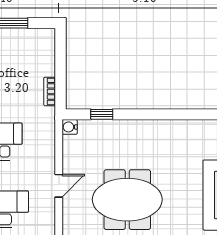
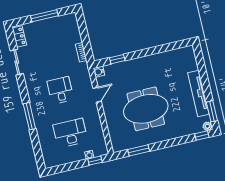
door: (59, 186) -> (97, 95), moved

